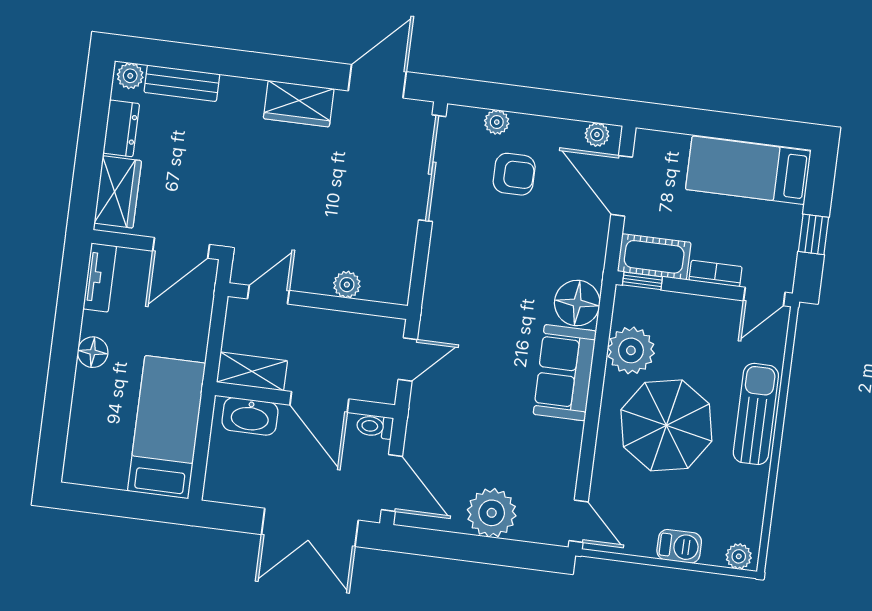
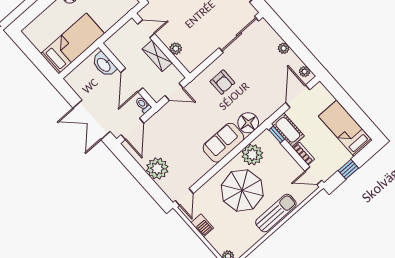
plant: (497, 122) -> (284, 48), moved
armchair: (514, 174) -> (222, 82), moved
shelving: (252, 371) -> (157, 56), moved
barbecue: (679, 546) -> (202, 225), moved

